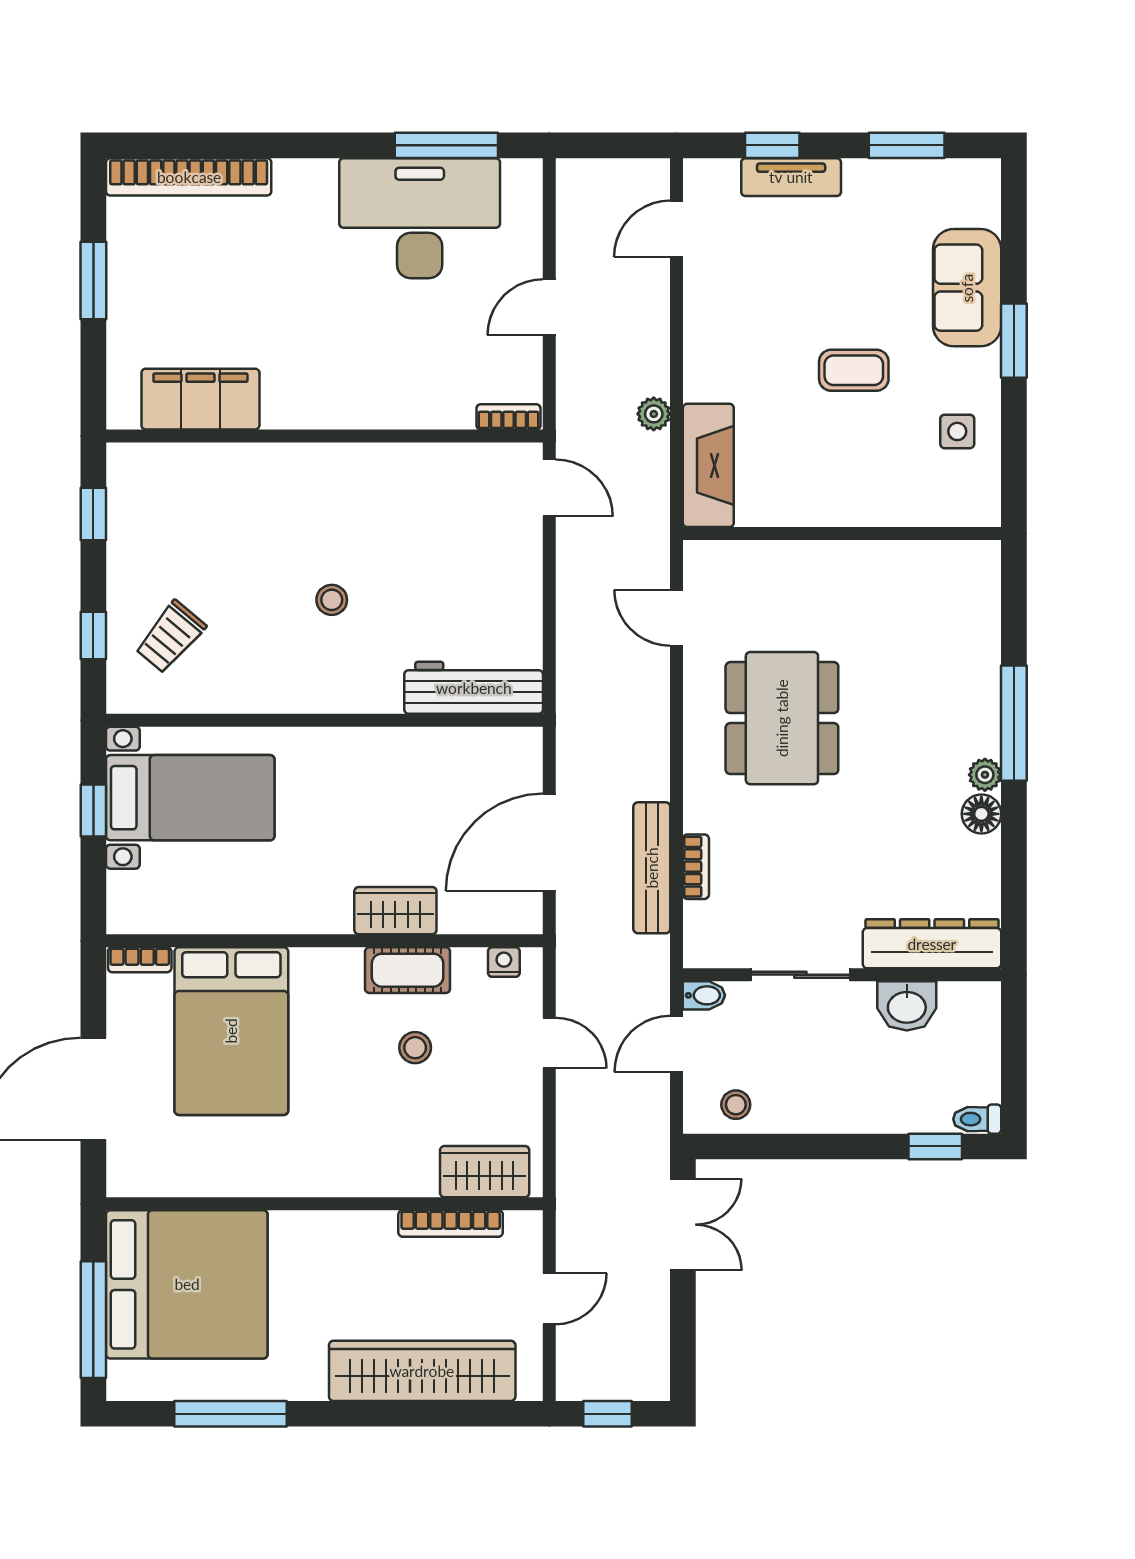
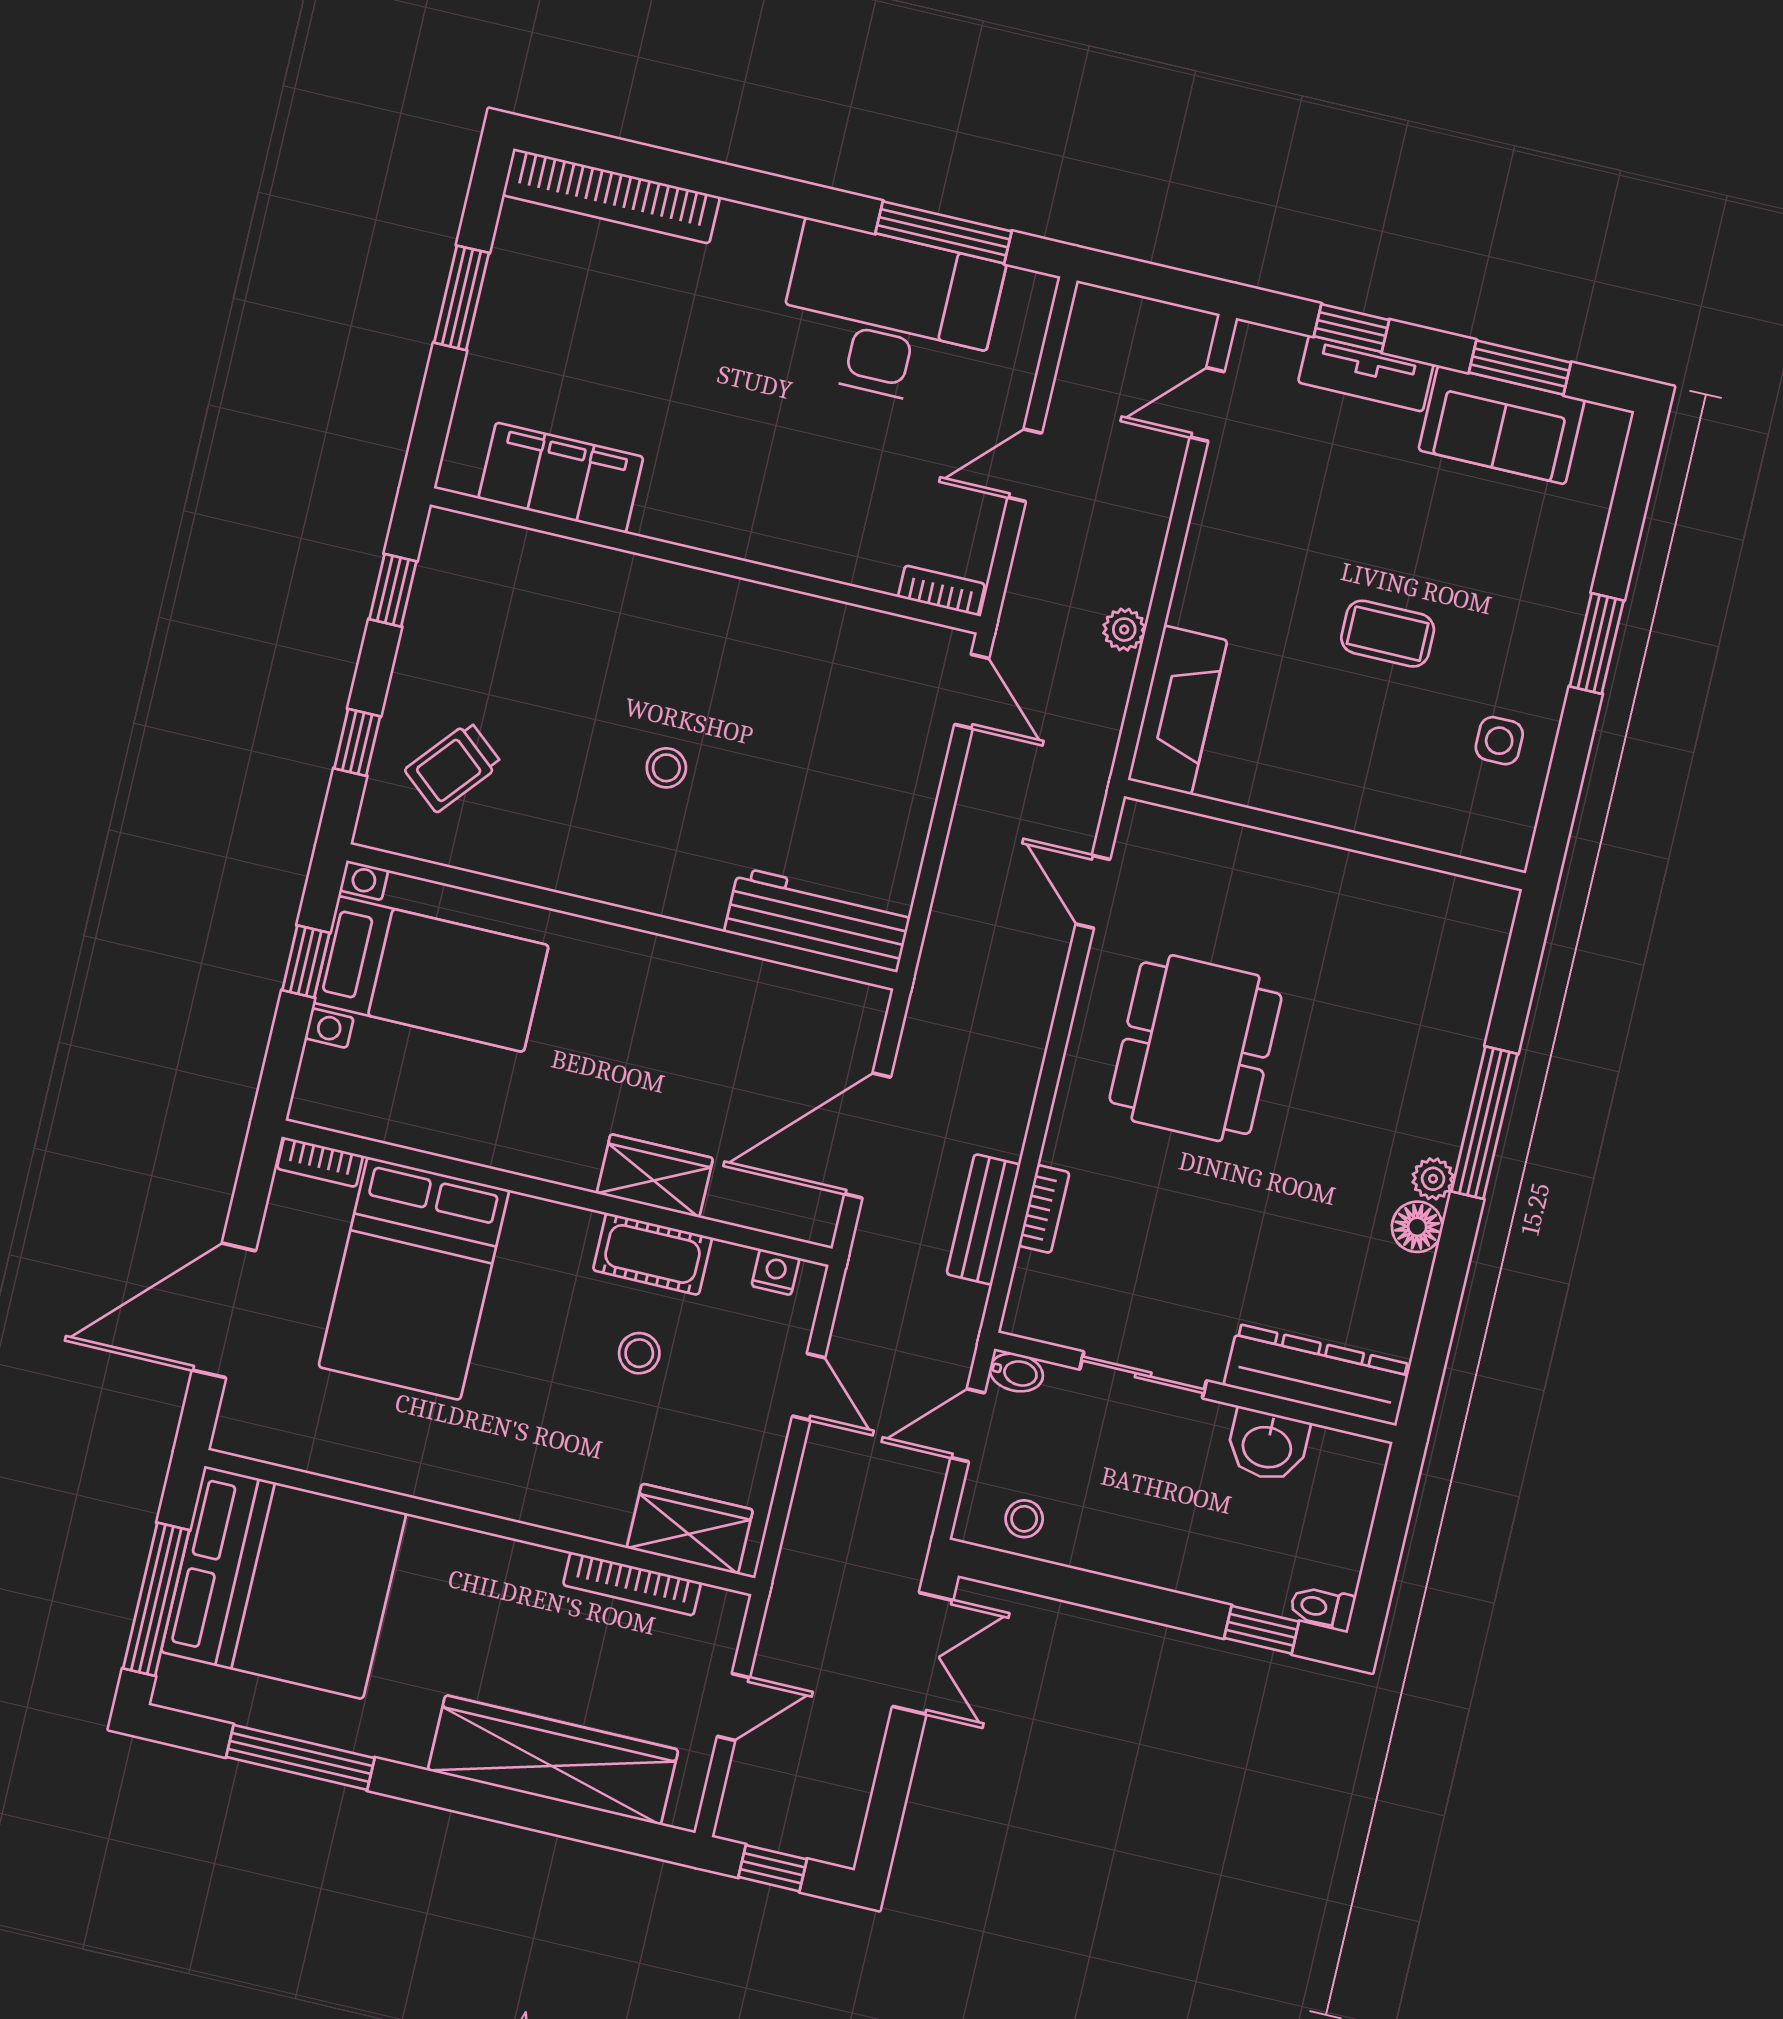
sofa: (967, 288) -> (1502, 425), moved, turned -90
bench: (652, 868) -> (983, 1219), width x0.73

